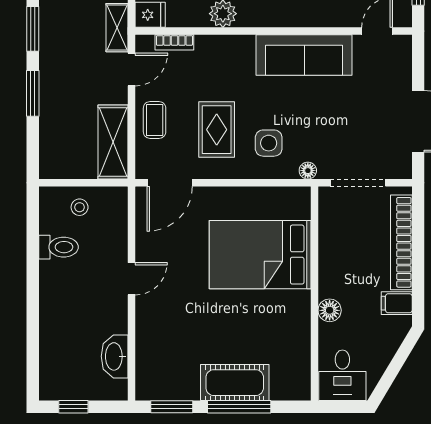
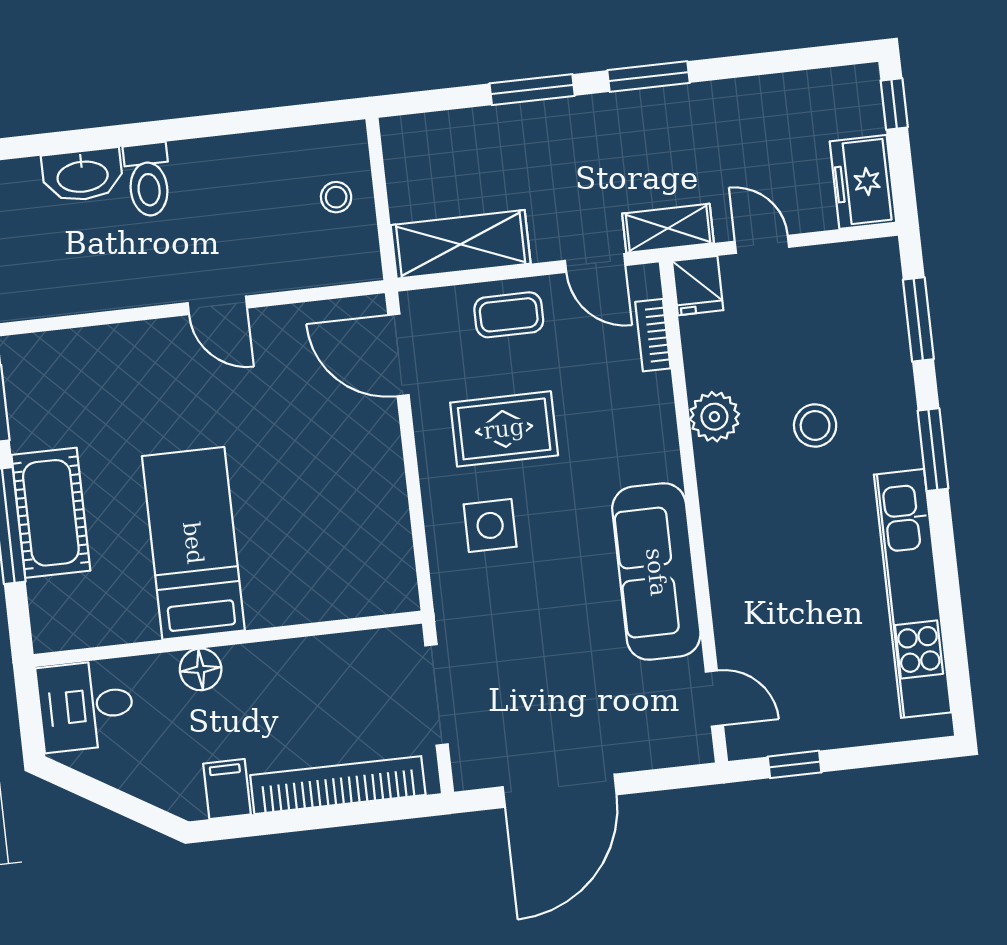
floor lamp: (308, 171) -> (448, 602), removed
toilet: (58, 247) -> (148, 180), moved
bed: (260, 255) -> (193, 543), moved, width x0.67
washbasin: (115, 356) -> (82, 175), moved, turned 180

